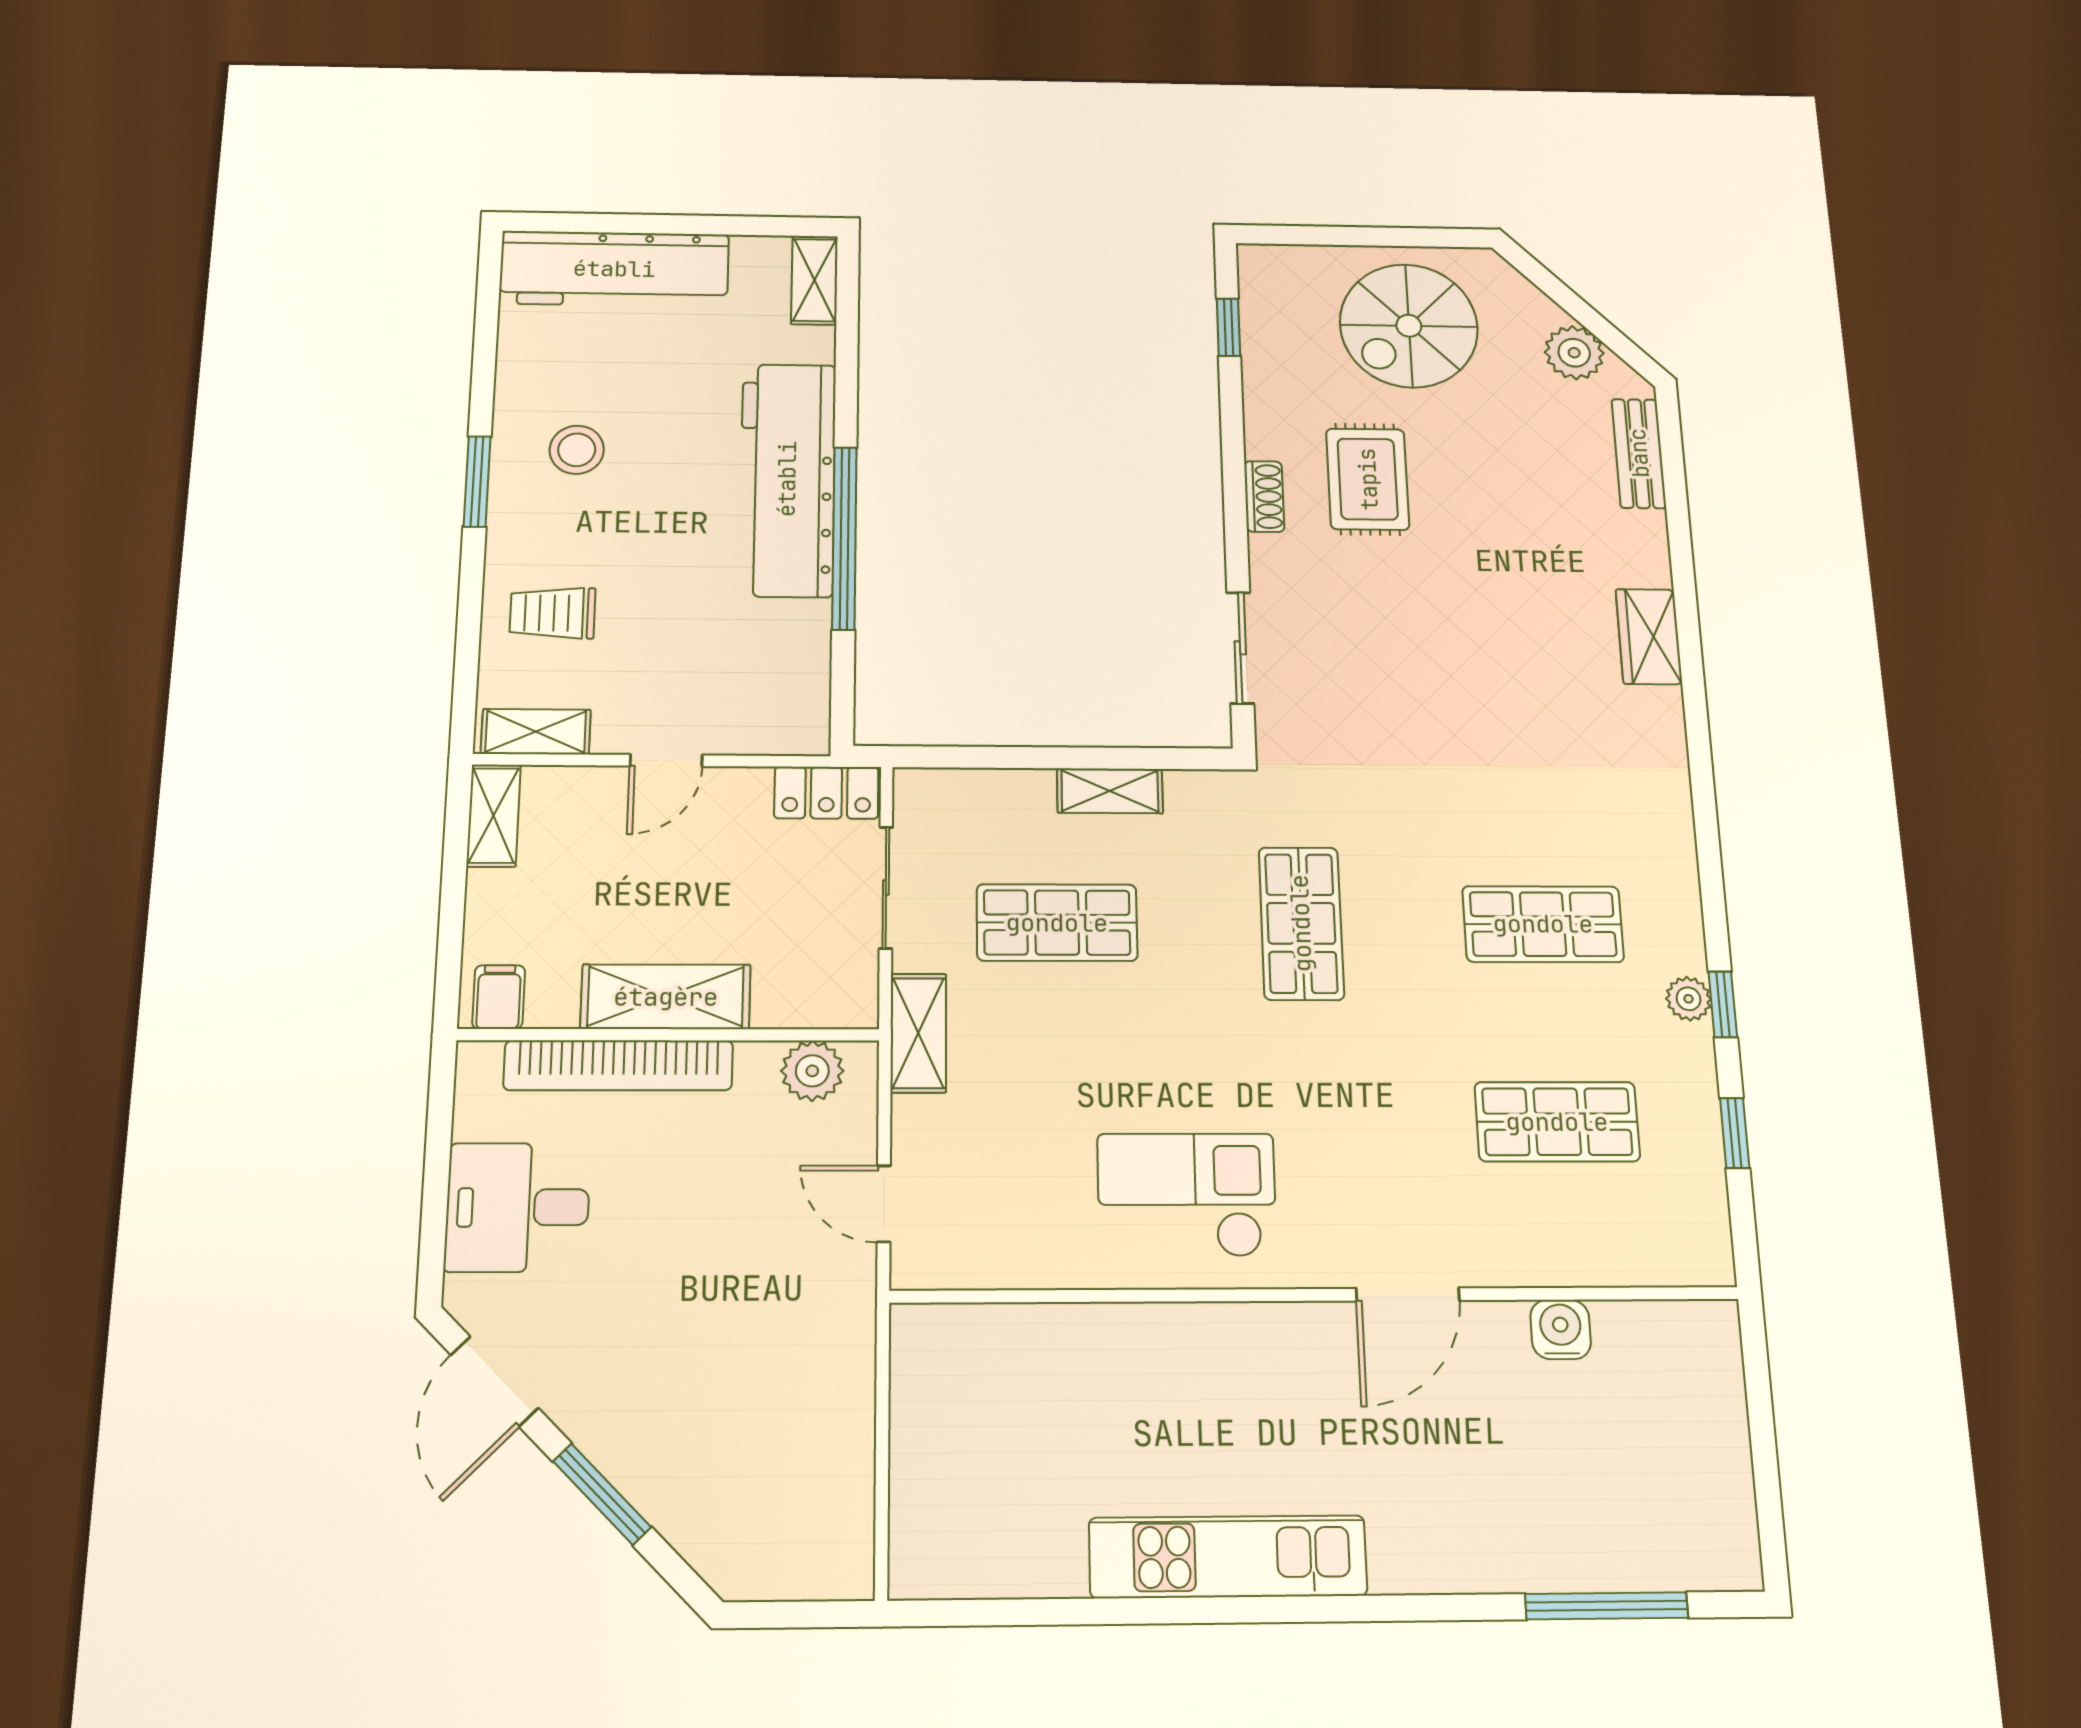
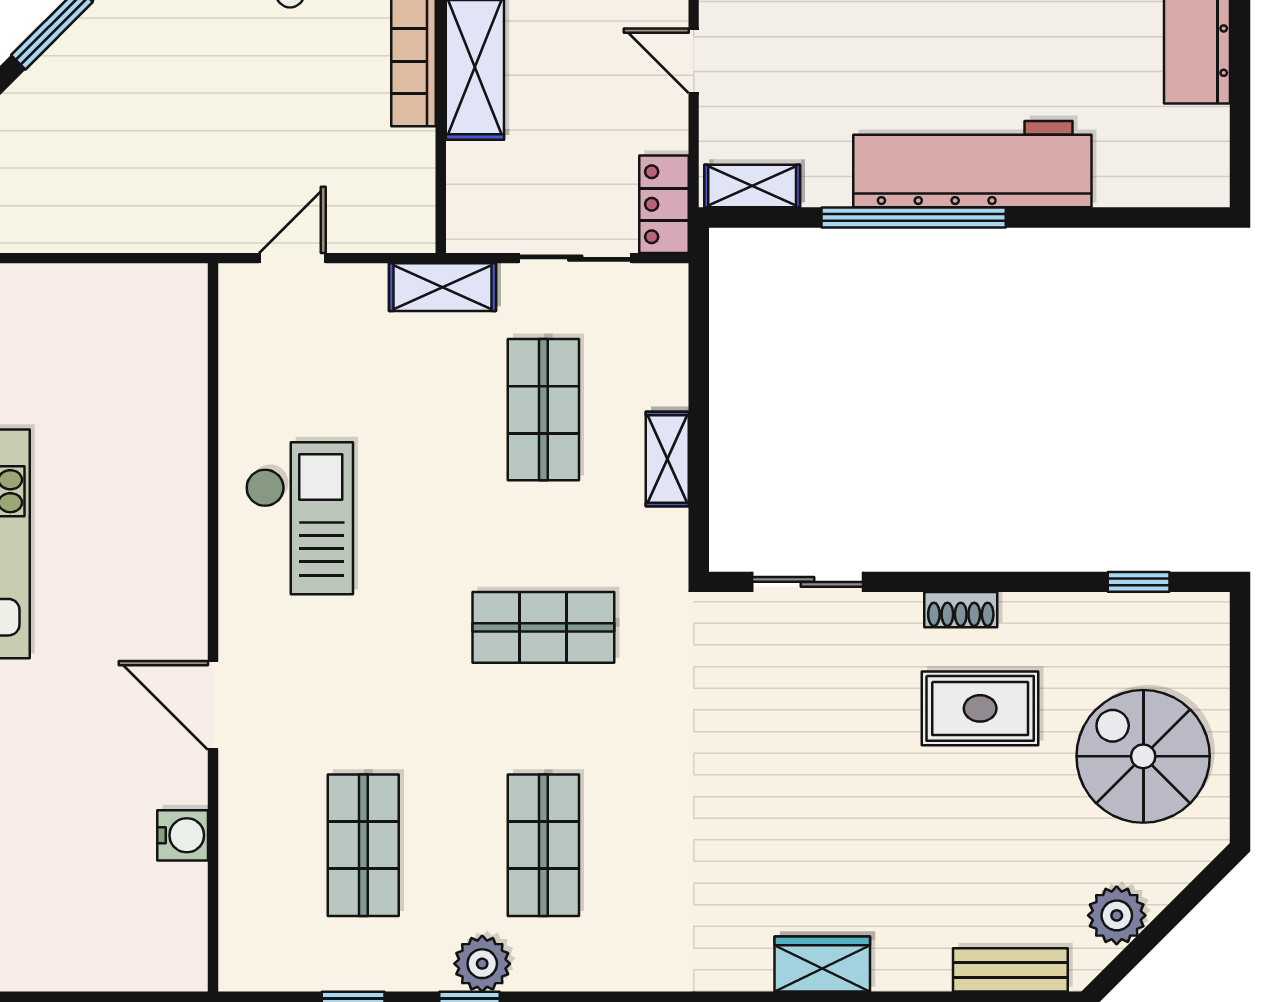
shelving: (814, 280) -> (752, 186), moved
plant: (1689, 999) -> (482, 964), width x1.38, depth x1.38
plant: (812, 1071) -> (409, 195), removed

